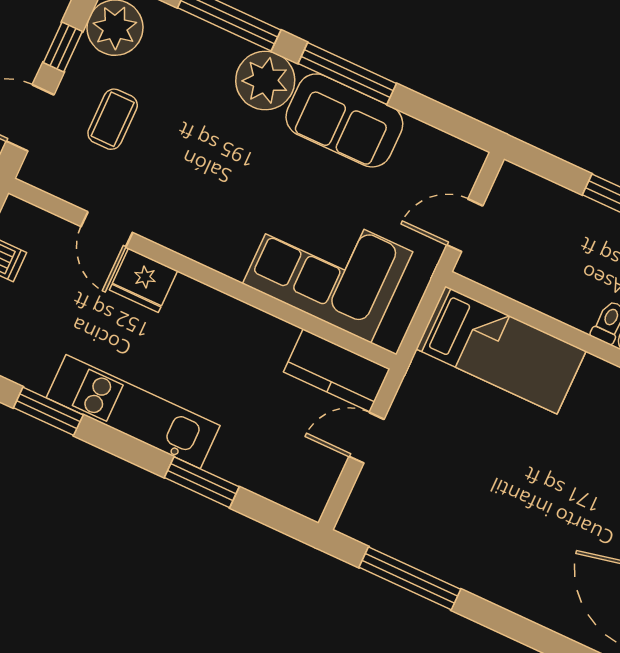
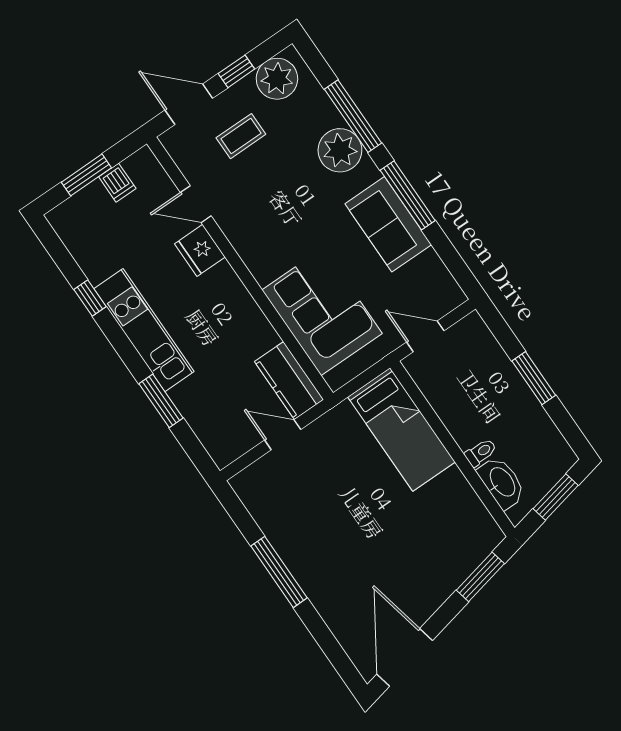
plant: (265, 80) -> (340, 150), moved
door: (107, 230) -> (196, 204), hinge flipped
window: (48, 411) -> (90, 298), width x0.67
window: (410, 578) -> (279, 572), moved

